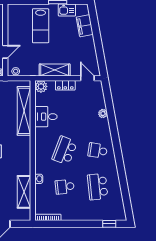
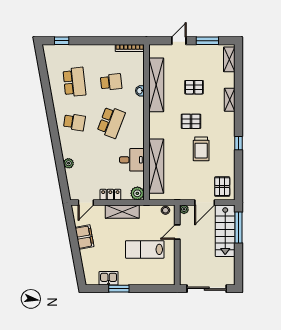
lab bench: (41, 26) -> (145, 249), moved, turned -90
filing cabinet: (85, 26) -> (84, 237), moved
door: (87, 78) -> (86, 202), hinge flipped
shelving: (24, 192) -> (156, 85), width x1.47

